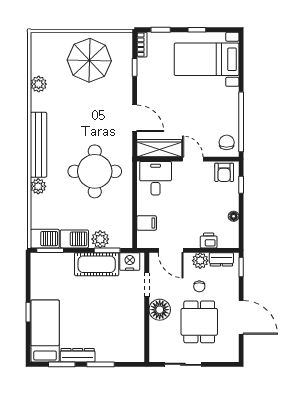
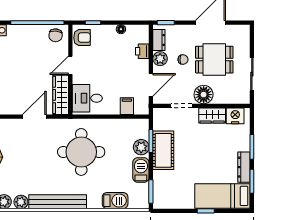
chair: (227, 142) -> (56, 35), turned -85
plant: (38, 186) -> (21, 202), moved
barbecue: (45, 239) -> (115, 201), moved, turned 90
nightstand: (130, 262) -> (235, 116), moved, turned 90
wardrobe: (136, 319) -> (212, 116), added

